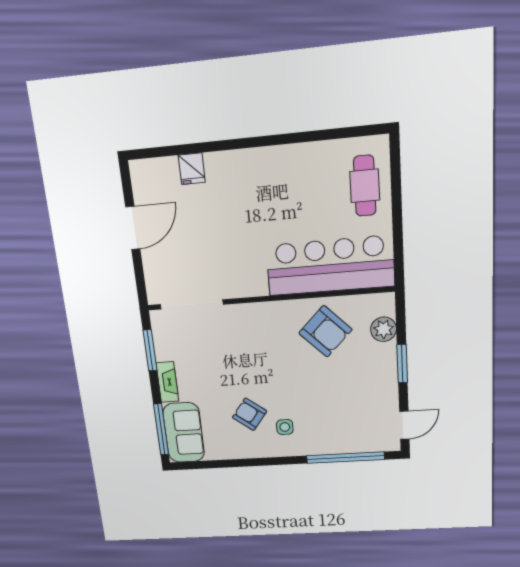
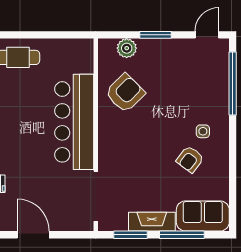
bar counter: (330, 266) -> (74, 122), moved
fireplace: (167, 382) -> (152, 222), width x1.37, depth x1.32
door: (404, 425) -> (207, 35), hinge flipped
window: (161, 429) -> (182, 235), moved

